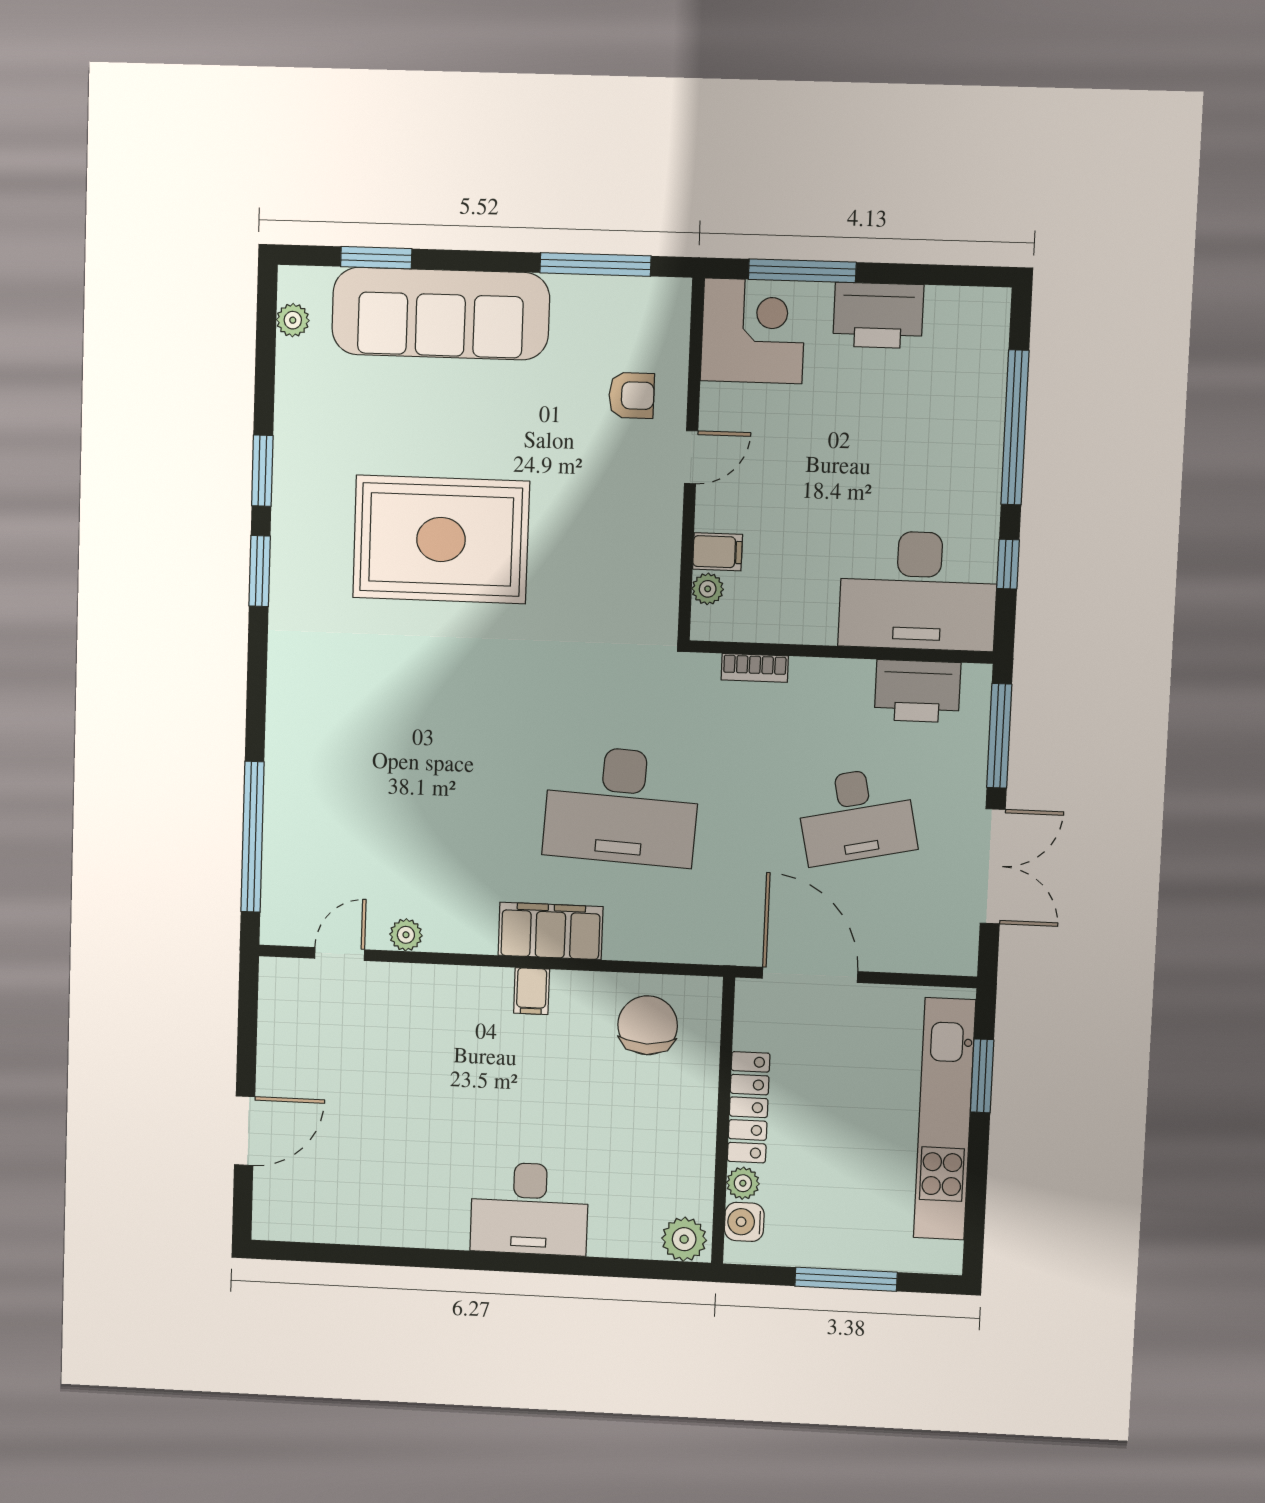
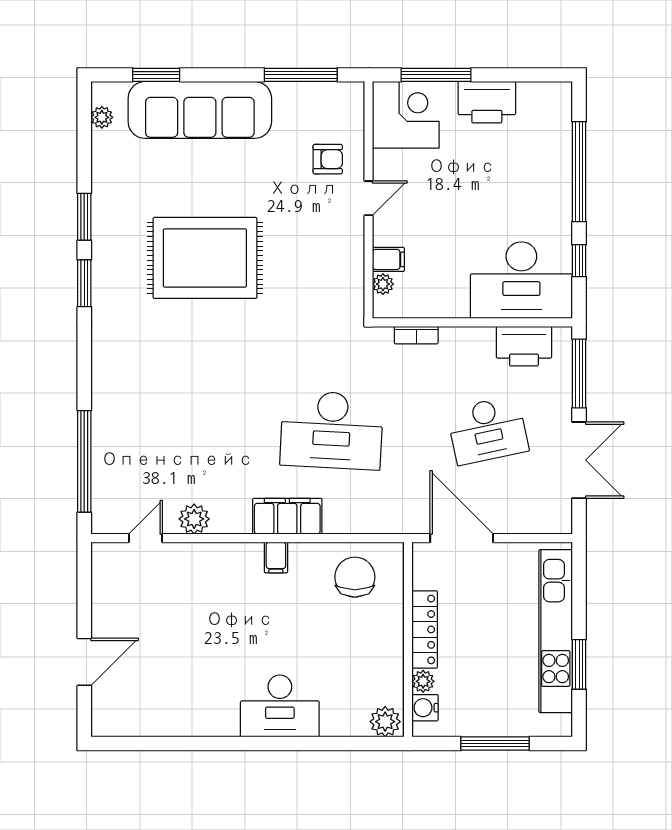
plant: (406, 935) -> (194, 519), width x1.38, depth x1.38
window: (982, 1076) -> (579, 664), moved

